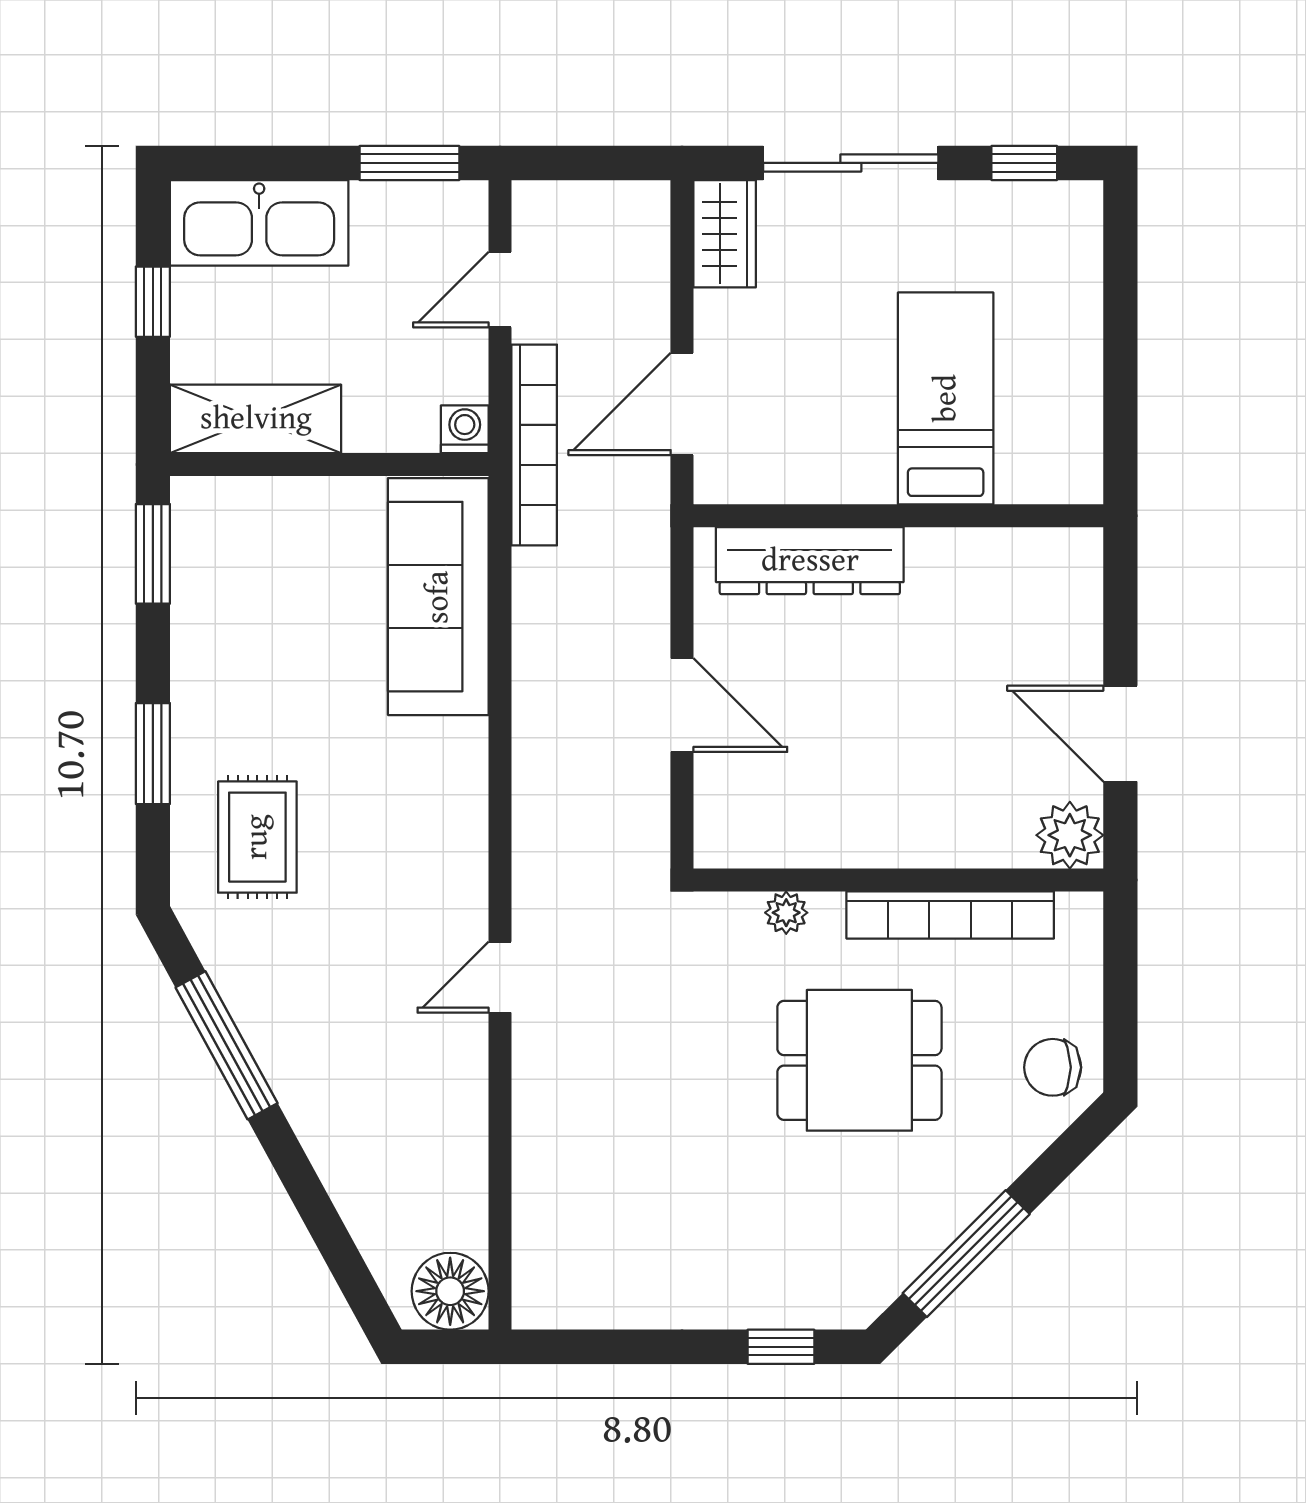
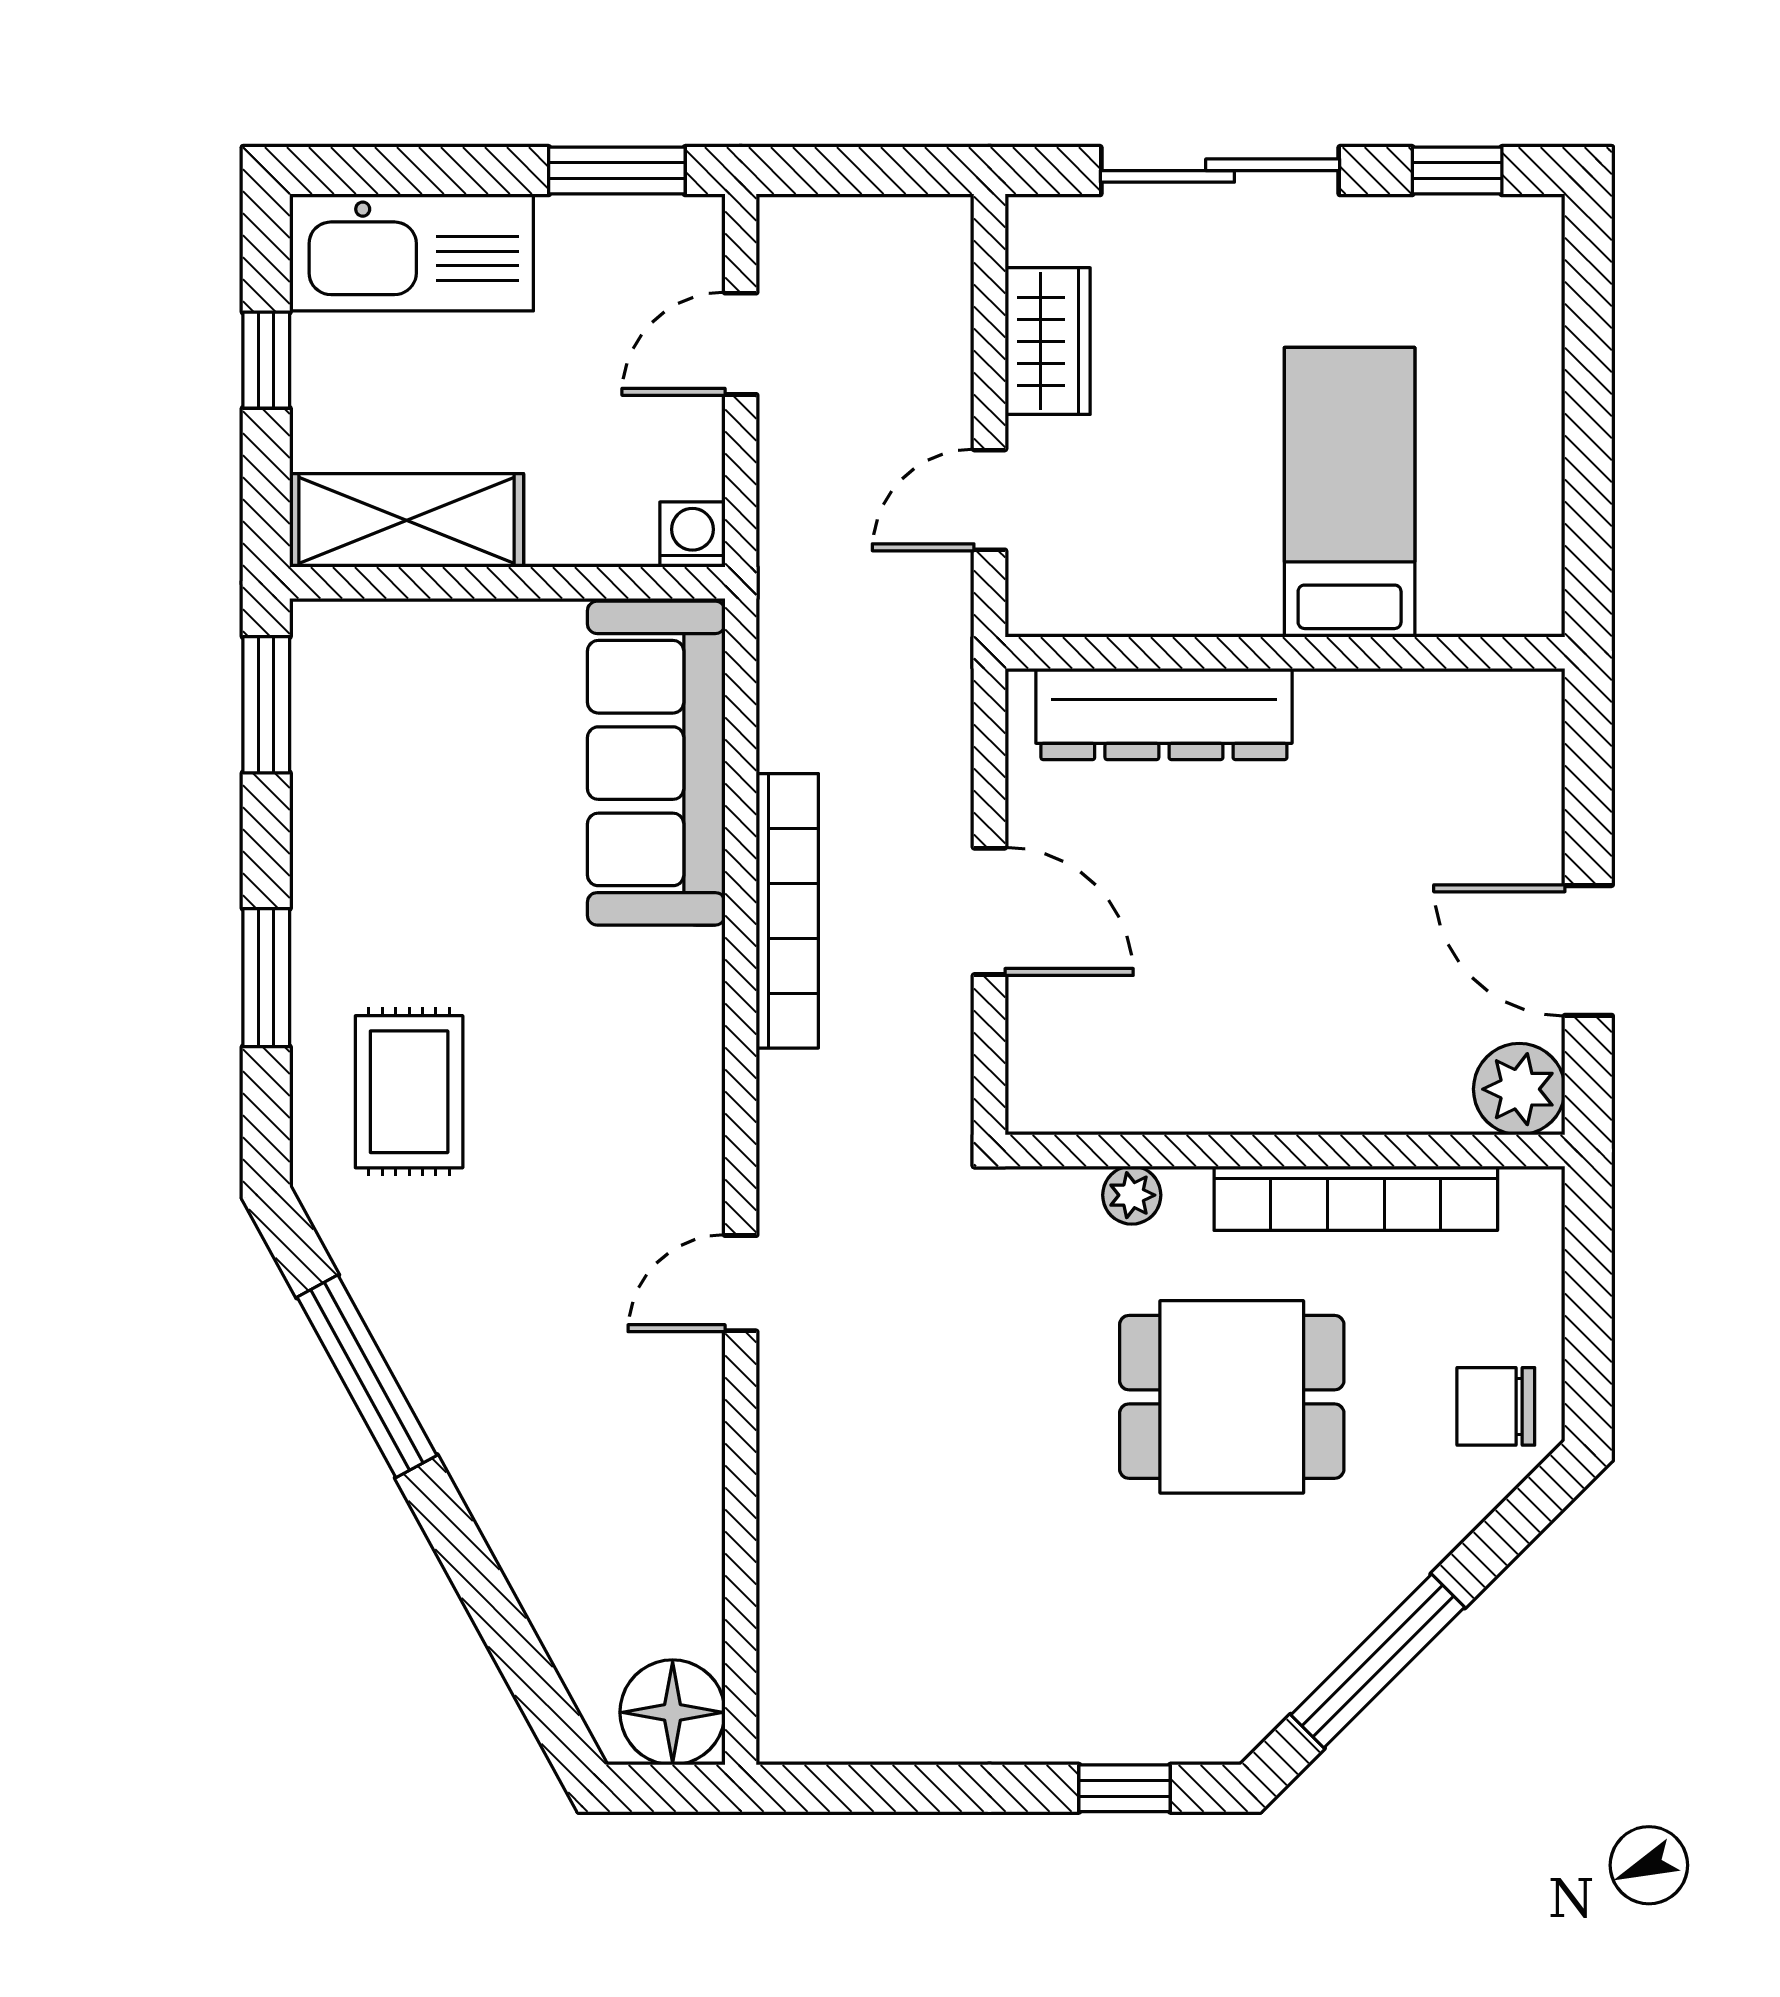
wardrobe: (725, 234) -> (1048, 341), moved
door: (682, 404) -> (989, 500), width x0.73
bookcase: (534, 445) -> (787, 911), moved

